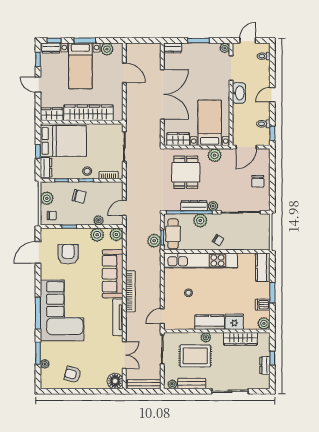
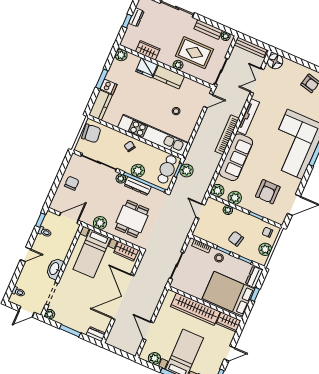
door: (38, 85) -> (229, 353), hinge flipped
door: (124, 208) -> (200, 211), swing flipped
chair: (260, 237) -> (91, 133), added
dishwasher: (263, 305) -> (109, 87), moved
wardrobe: (240, 339) -> (148, 50), width x0.67

